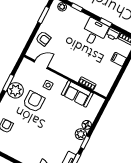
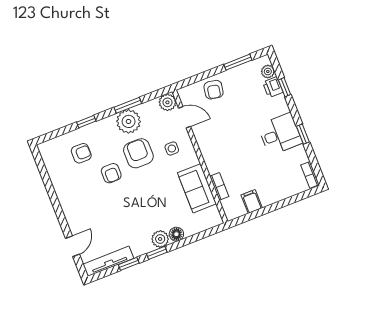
printer: (113, 34) -> (273, 87), moved
filing cabinet: (119, 59) -> (252, 201), moved
plant: (26, 64) -> (167, 102), added
armchair: (34, 102) -> (138, 153), turned -90
armchair: (29, 123) -> (111, 173), added

